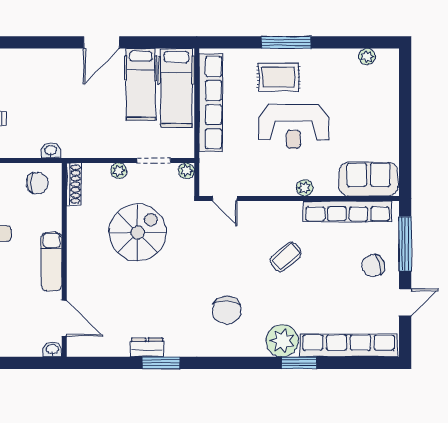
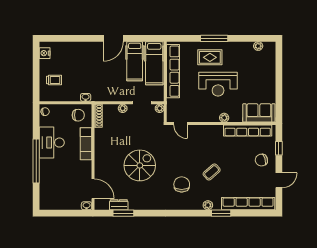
spiral stairs: (138, 233) -> (140, 165), moved
window: (405, 244) -> (279, 148), width x0.46
coffee table: (286, 257) -> (212, 172), moved
exam couch: (51, 262) -> (86, 144), moved
chair: (227, 310) -> (182, 184), turned 180
plant: (282, 341) -> (208, 205), width x0.53, depth x0.53
dresser: (147, 347) -> (119, 205), moved
window: (161, 363) -> (123, 213), moved

